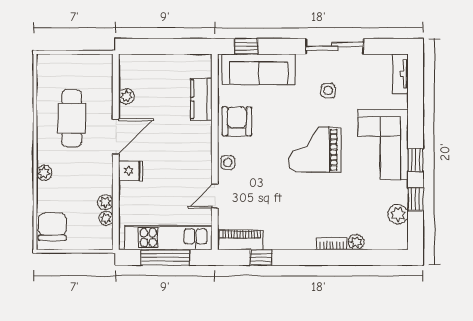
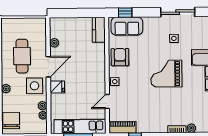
sofa: (259, 69) -> (127, 26), width x0.73
kitchen counter: (201, 99) -> (99, 30), moved
side table: (92, 168) -> (35, 86), added

